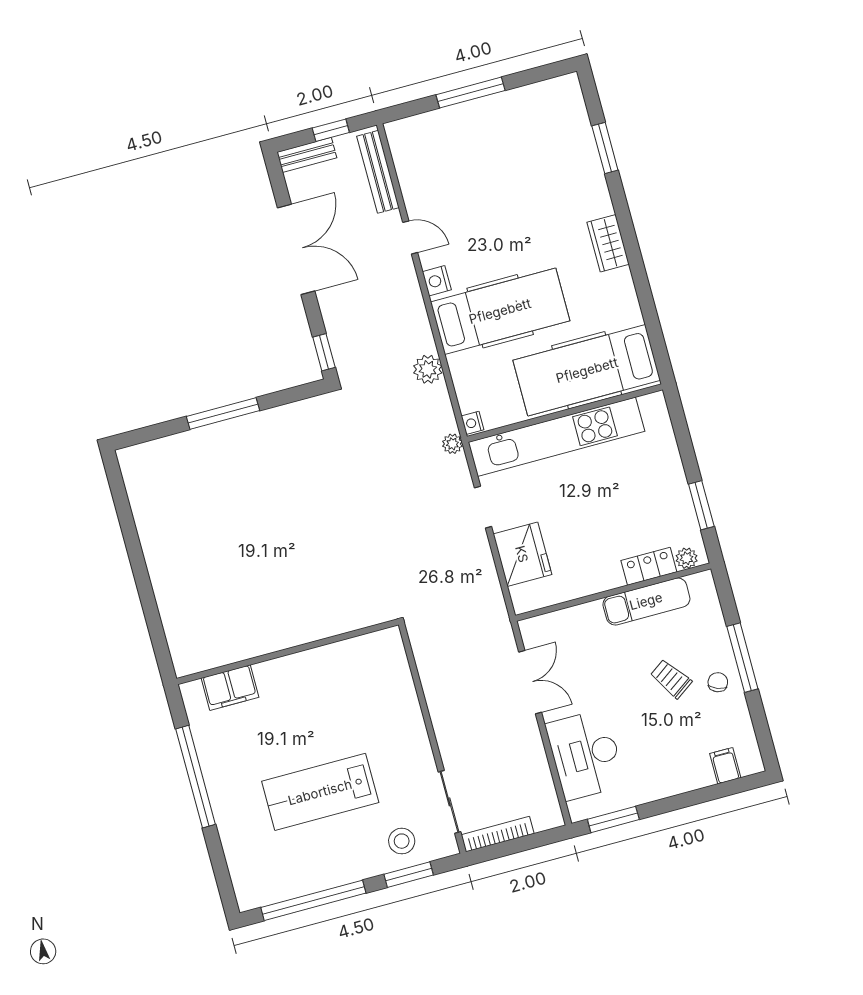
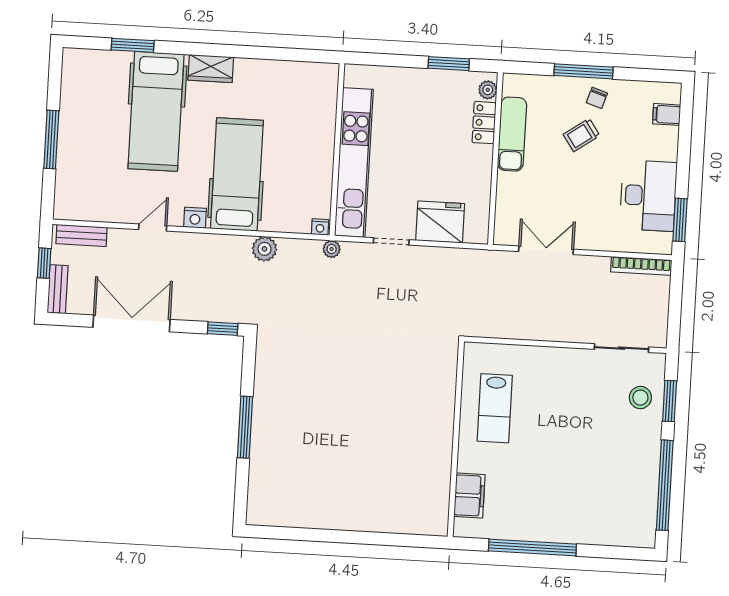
bench: (378, 172) -> (82, 235), width x0.73
hospital bed: (587, 370) -> (156, 111), moved
chair: (718, 682) -> (597, 98), turned -93
desk: (585, 755) -> (648, 196), moved, turned -90
lab bench: (320, 792) -> (495, 408), moved, width x0.73, depth x0.72
bookcase: (498, 834) -> (641, 266), moved, turned -90

